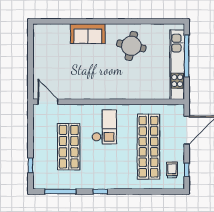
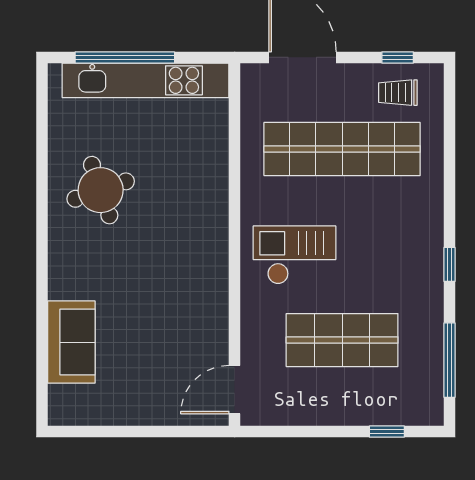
sofa: (88, 34) -> (71, 342), moved
round table: (131, 46) -> (101, 190), turned -31

